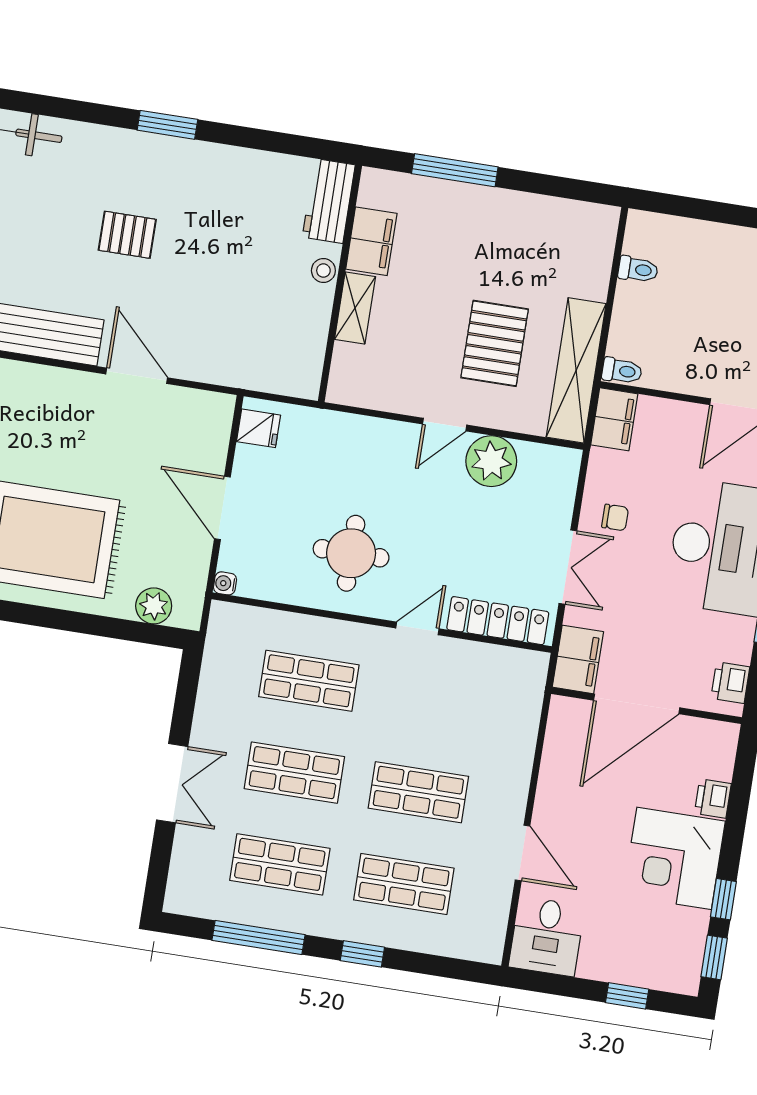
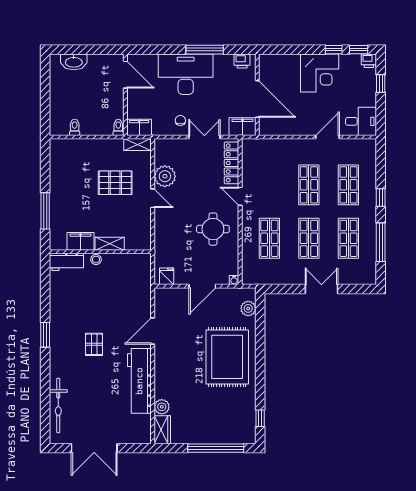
shelving: (576, 370) -> (138, 145), width x0.45, depth x0.75
printer: (713, 798) -> (369, 61), moved

